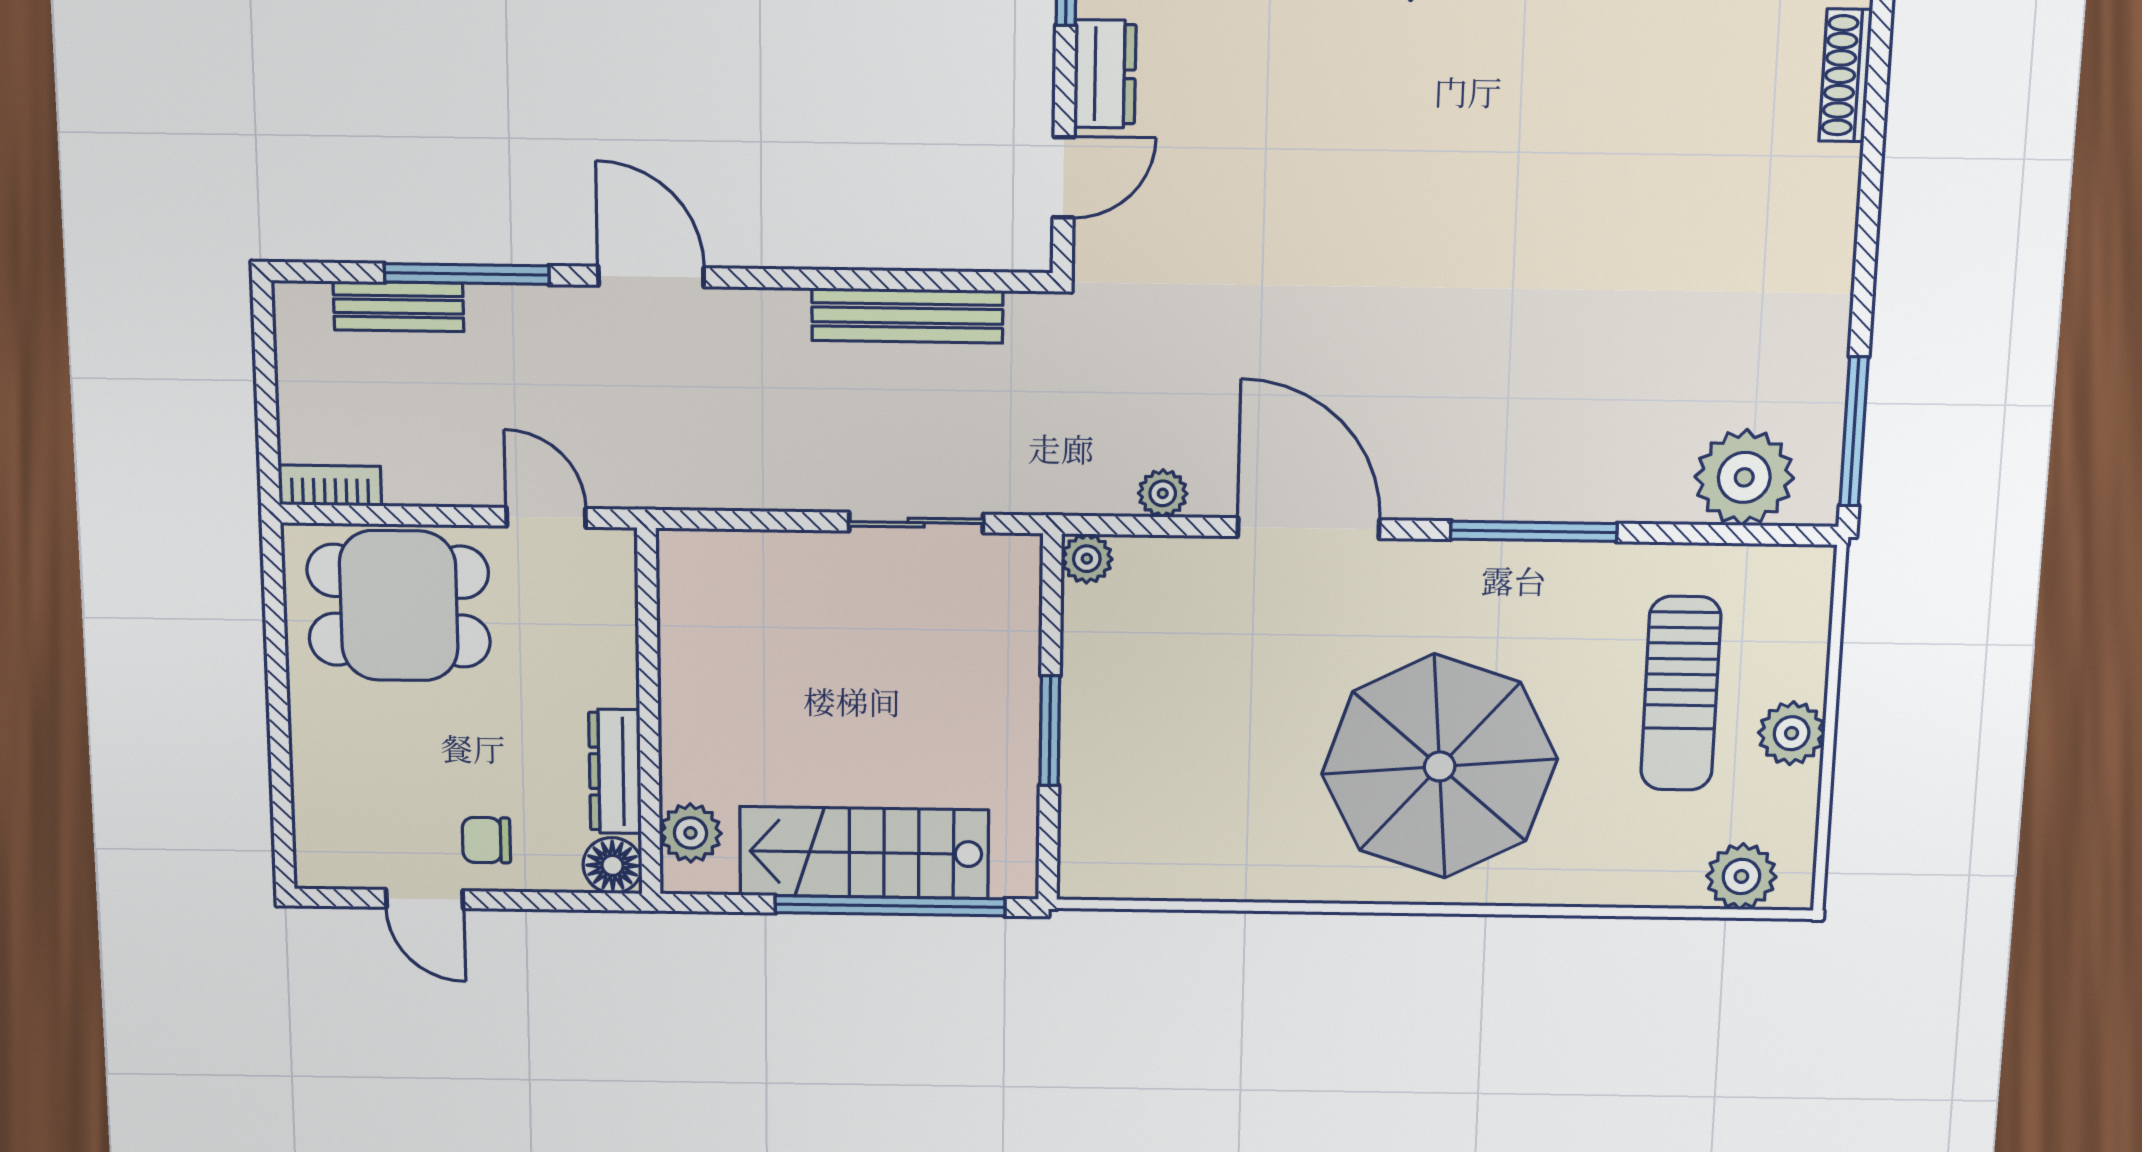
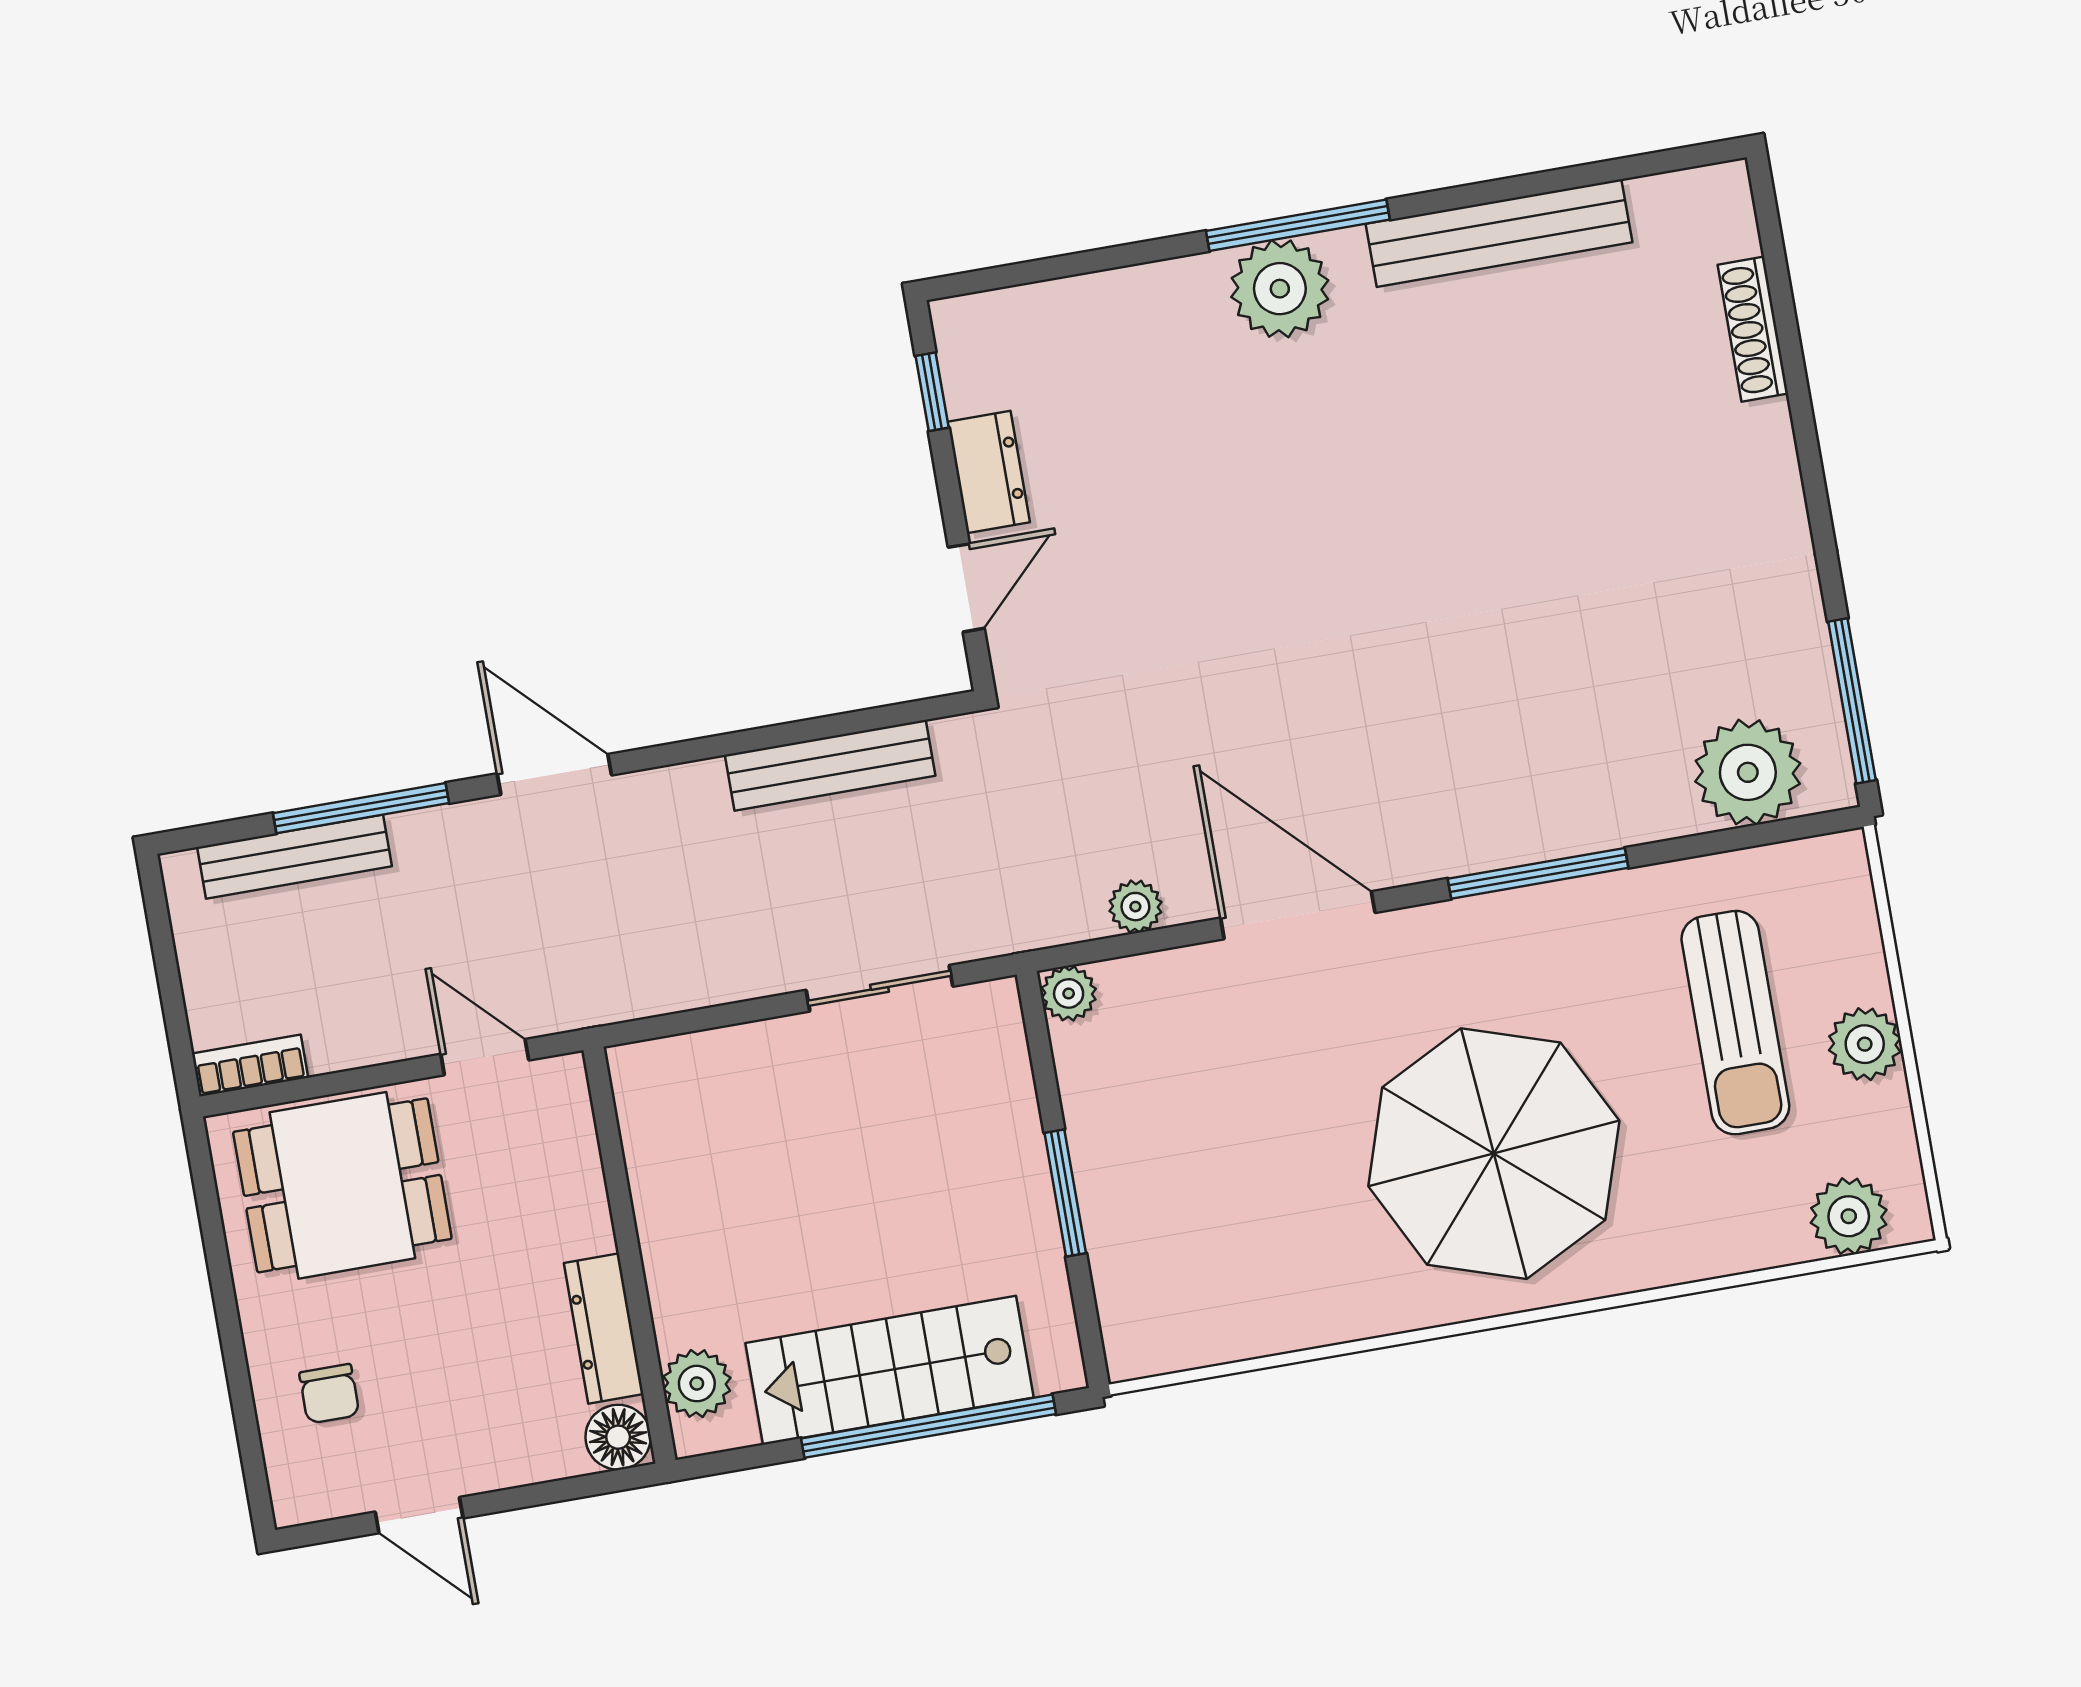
bench: (398, 306) -> (295, 857), width x1.36
chair: (486, 840) -> (329, 1394), moved, turned -90

